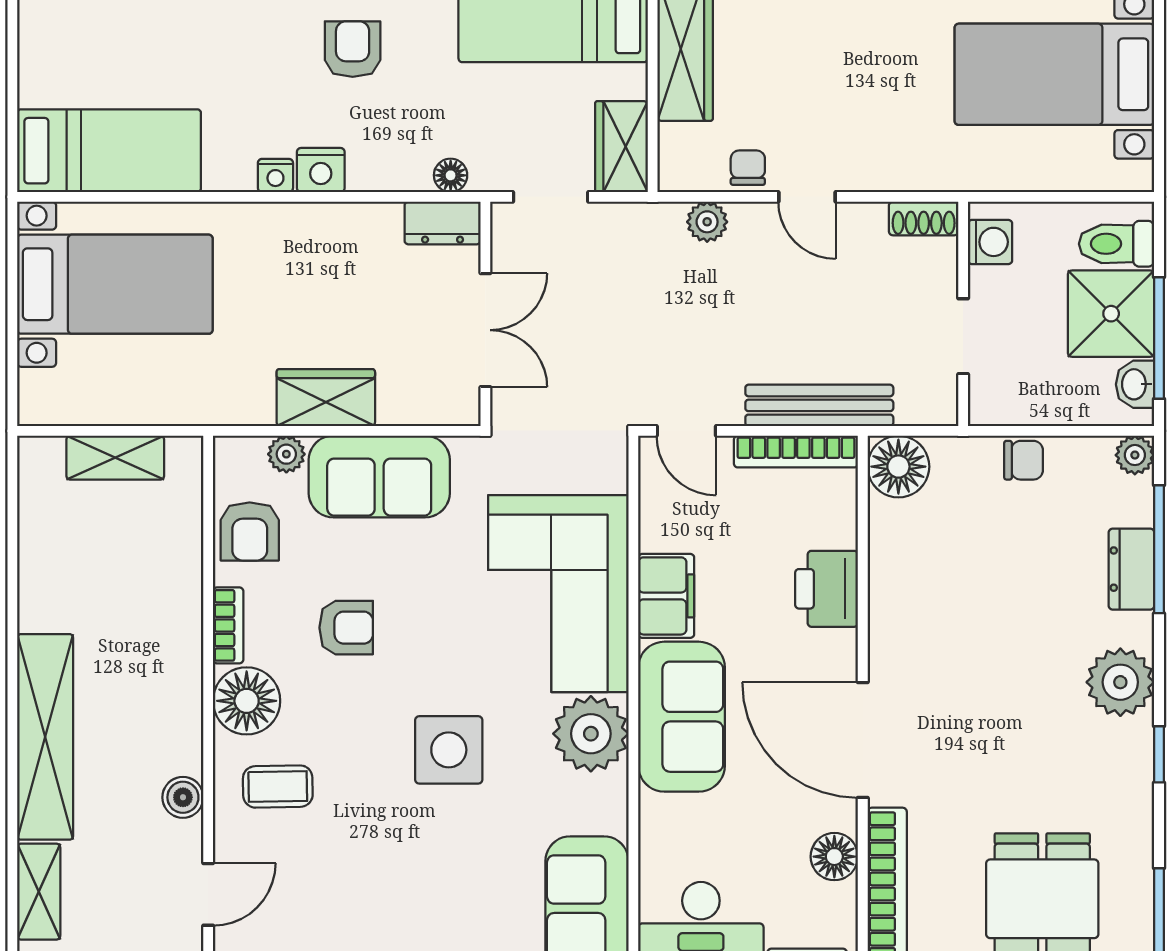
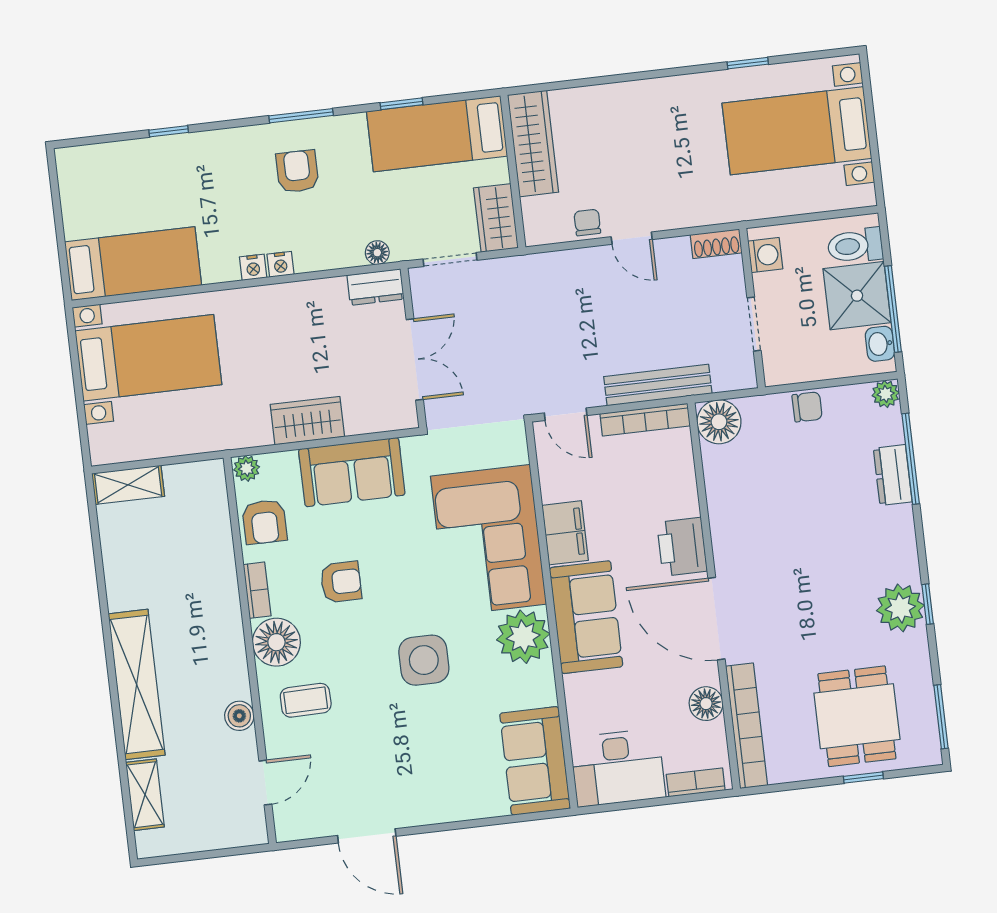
nightstand: (321, 170) -> (281, 264), width x0.72, depth x0.74
plant: (707, 222) -> (563, 264), removed
plant: (286, 454) -> (247, 468), moved
shelving: (115, 458) -> (128, 485), moved
printer: (827, 589) -> (682, 547), moved
plant: (1120, 682) -> (900, 608), moved

